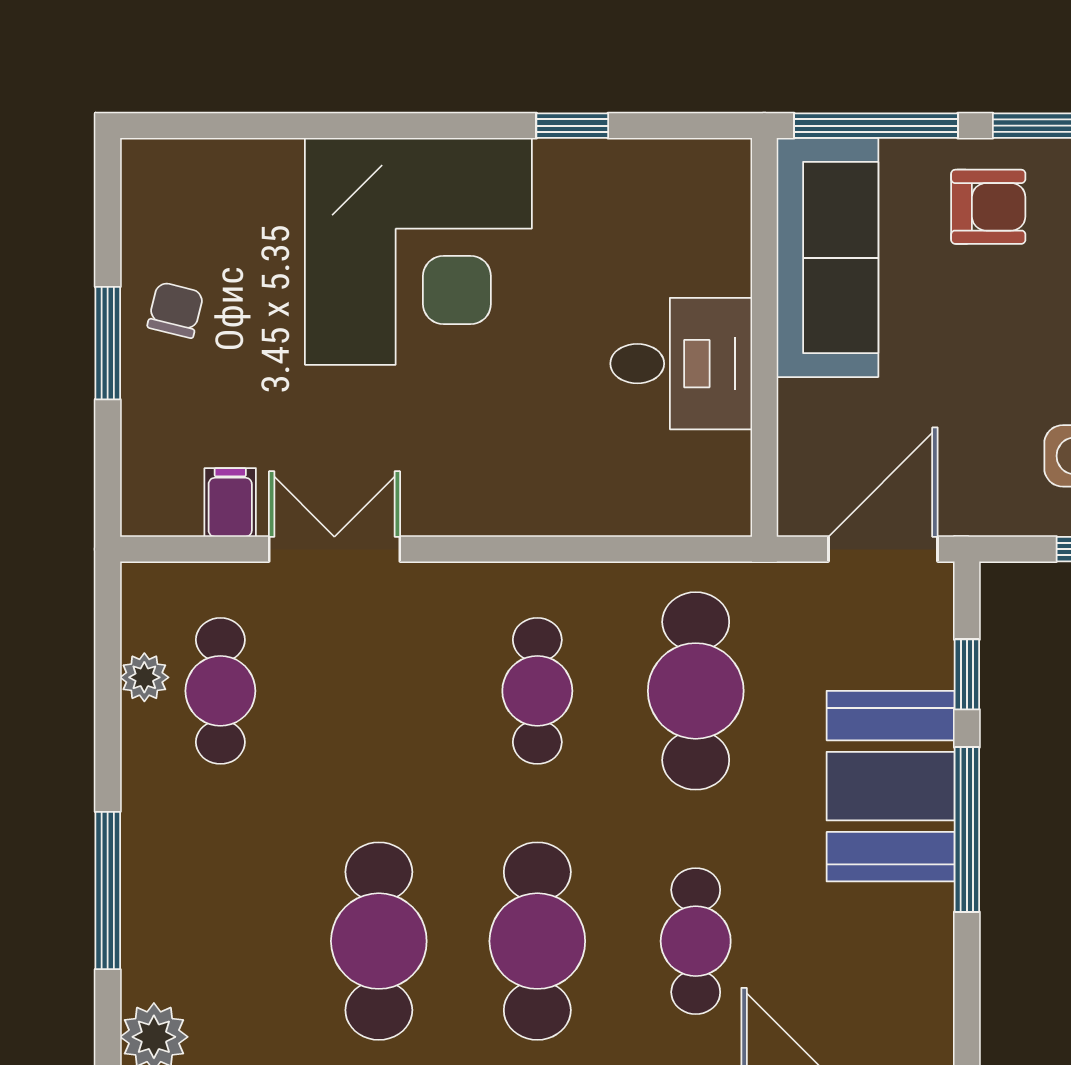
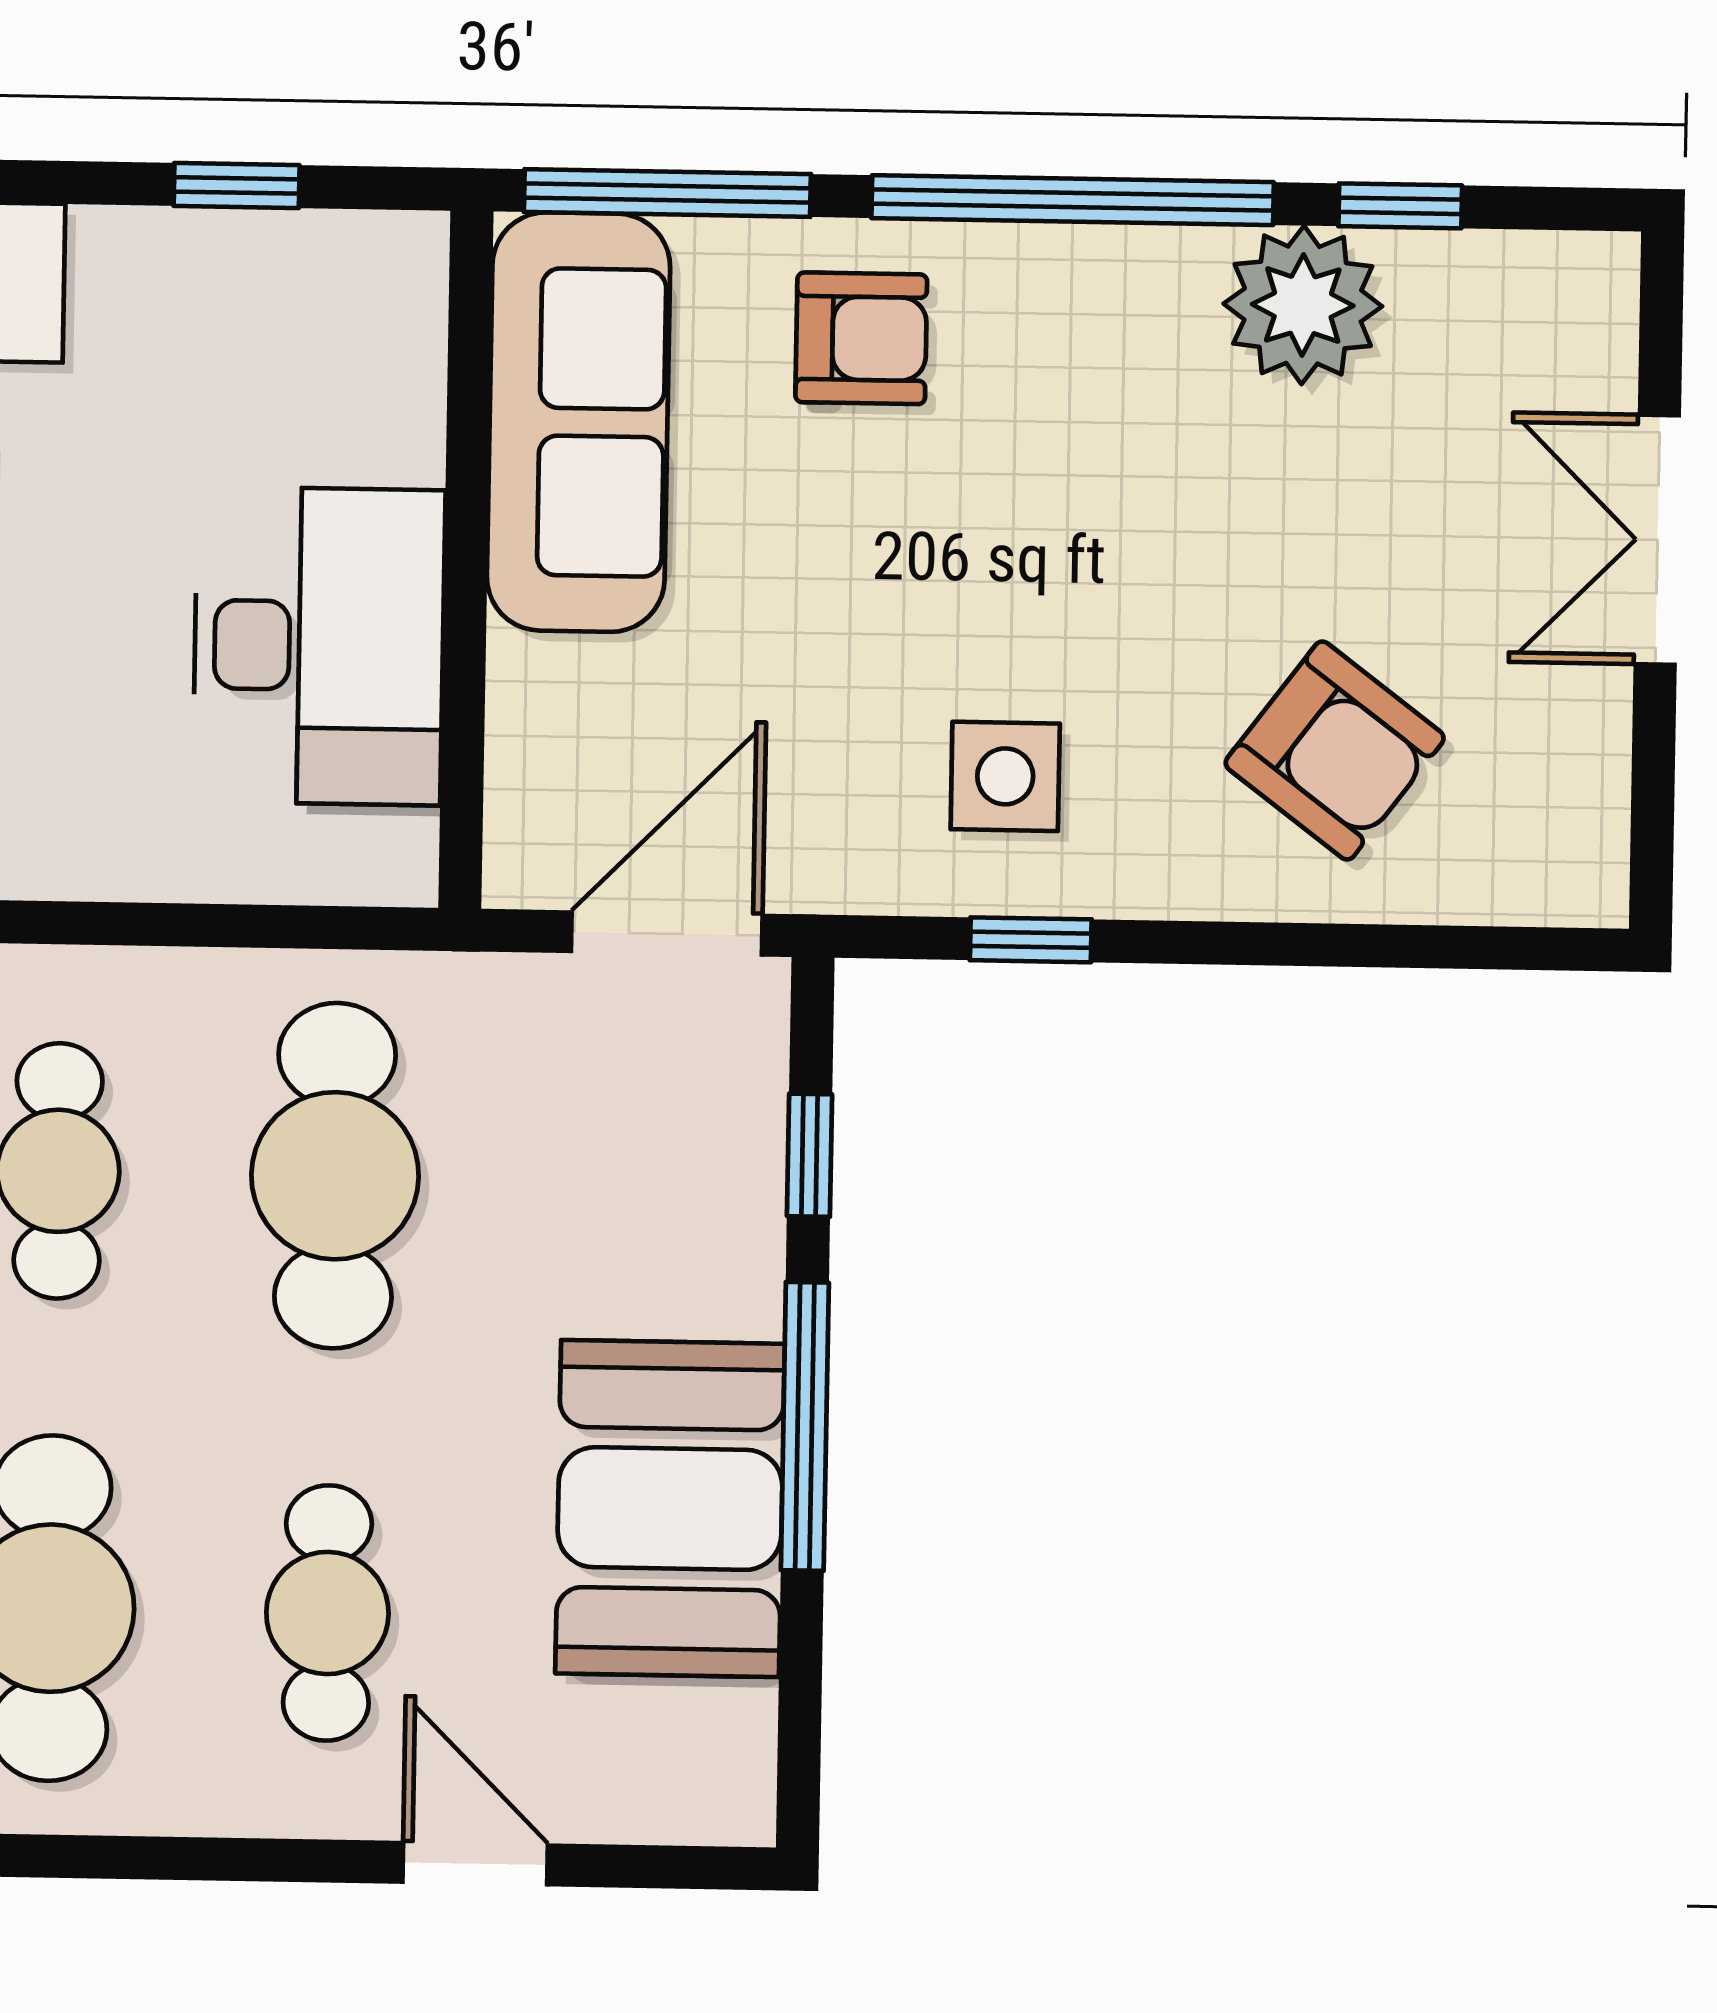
window: (572, 126) -> (237, 185), moved
desk: (681, 364) -> (319, 646), width x1.37
booth: (891, 786) -> (670, 1509), moved

